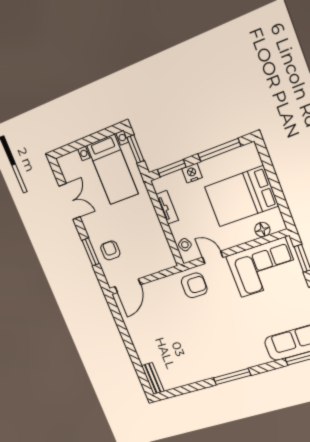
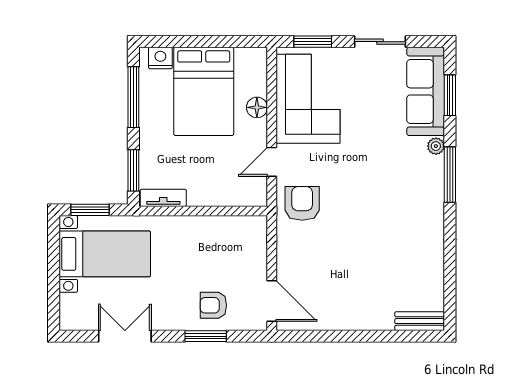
nightstand: (192, 173) -> (160, 58), moved, turned 90
tv unit: (167, 207) -> (163, 198), moved
floor lamp: (262, 230) -> (257, 107), moved
side table: (185, 245) -> (242, 194), removed
plant: (263, 358) -> (436, 146), added
window: (232, 377) -> (450, 175), moved

